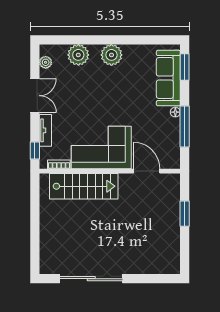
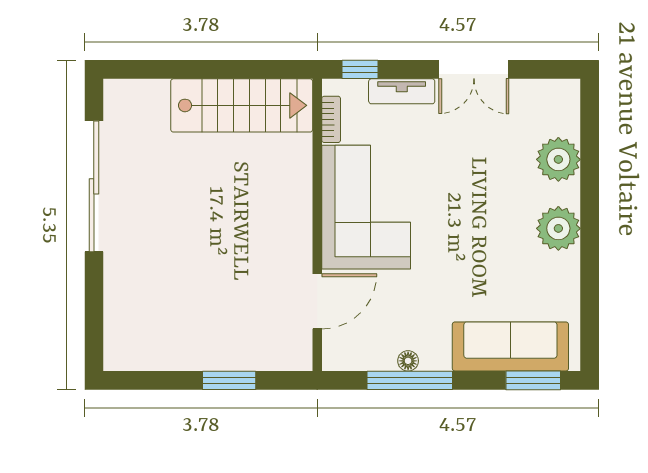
plant: (46, 62) -> (543, 92), removed
floor lamp: (175, 112) -> (408, 361), moved
stairs: (84, 186) -> (242, 105), moved, turned -90

